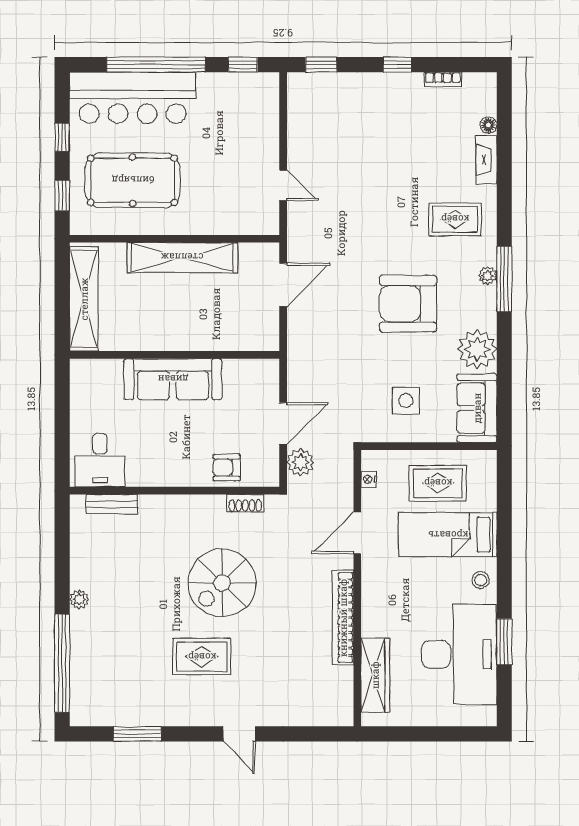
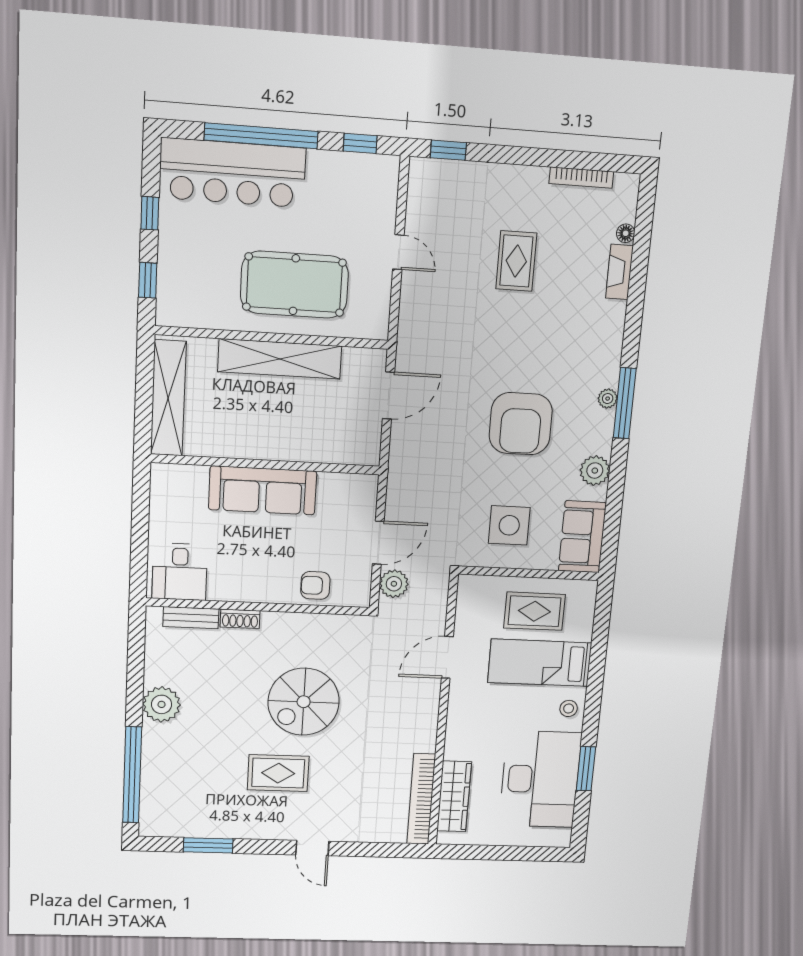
window: (397, 65) -> (533, 157), removed
bookcase: (443, 79) -> (581, 178), width x1.56
pool table: (133, 180) -> (294, 285), moved
door: (283, 185) -> (398, 252), moved
rug: (455, 219) -> (516, 261), moved, turned 90
armchair: (408, 304) -> (521, 424), turned -90
plant: (477, 349) -> (595, 471), width x0.73, depth x0.73
side table: (406, 401) -> (509, 525), width x1.37, depth x1.37
nightstand: (369, 479) -> (464, 604), removed
shoe rack: (245, 503) -> (240, 619), moved
plant: (79, 599) -> (162, 704), width x1.88, depth x1.88
bookcase: (343, 618) -> (421, 799), moved

